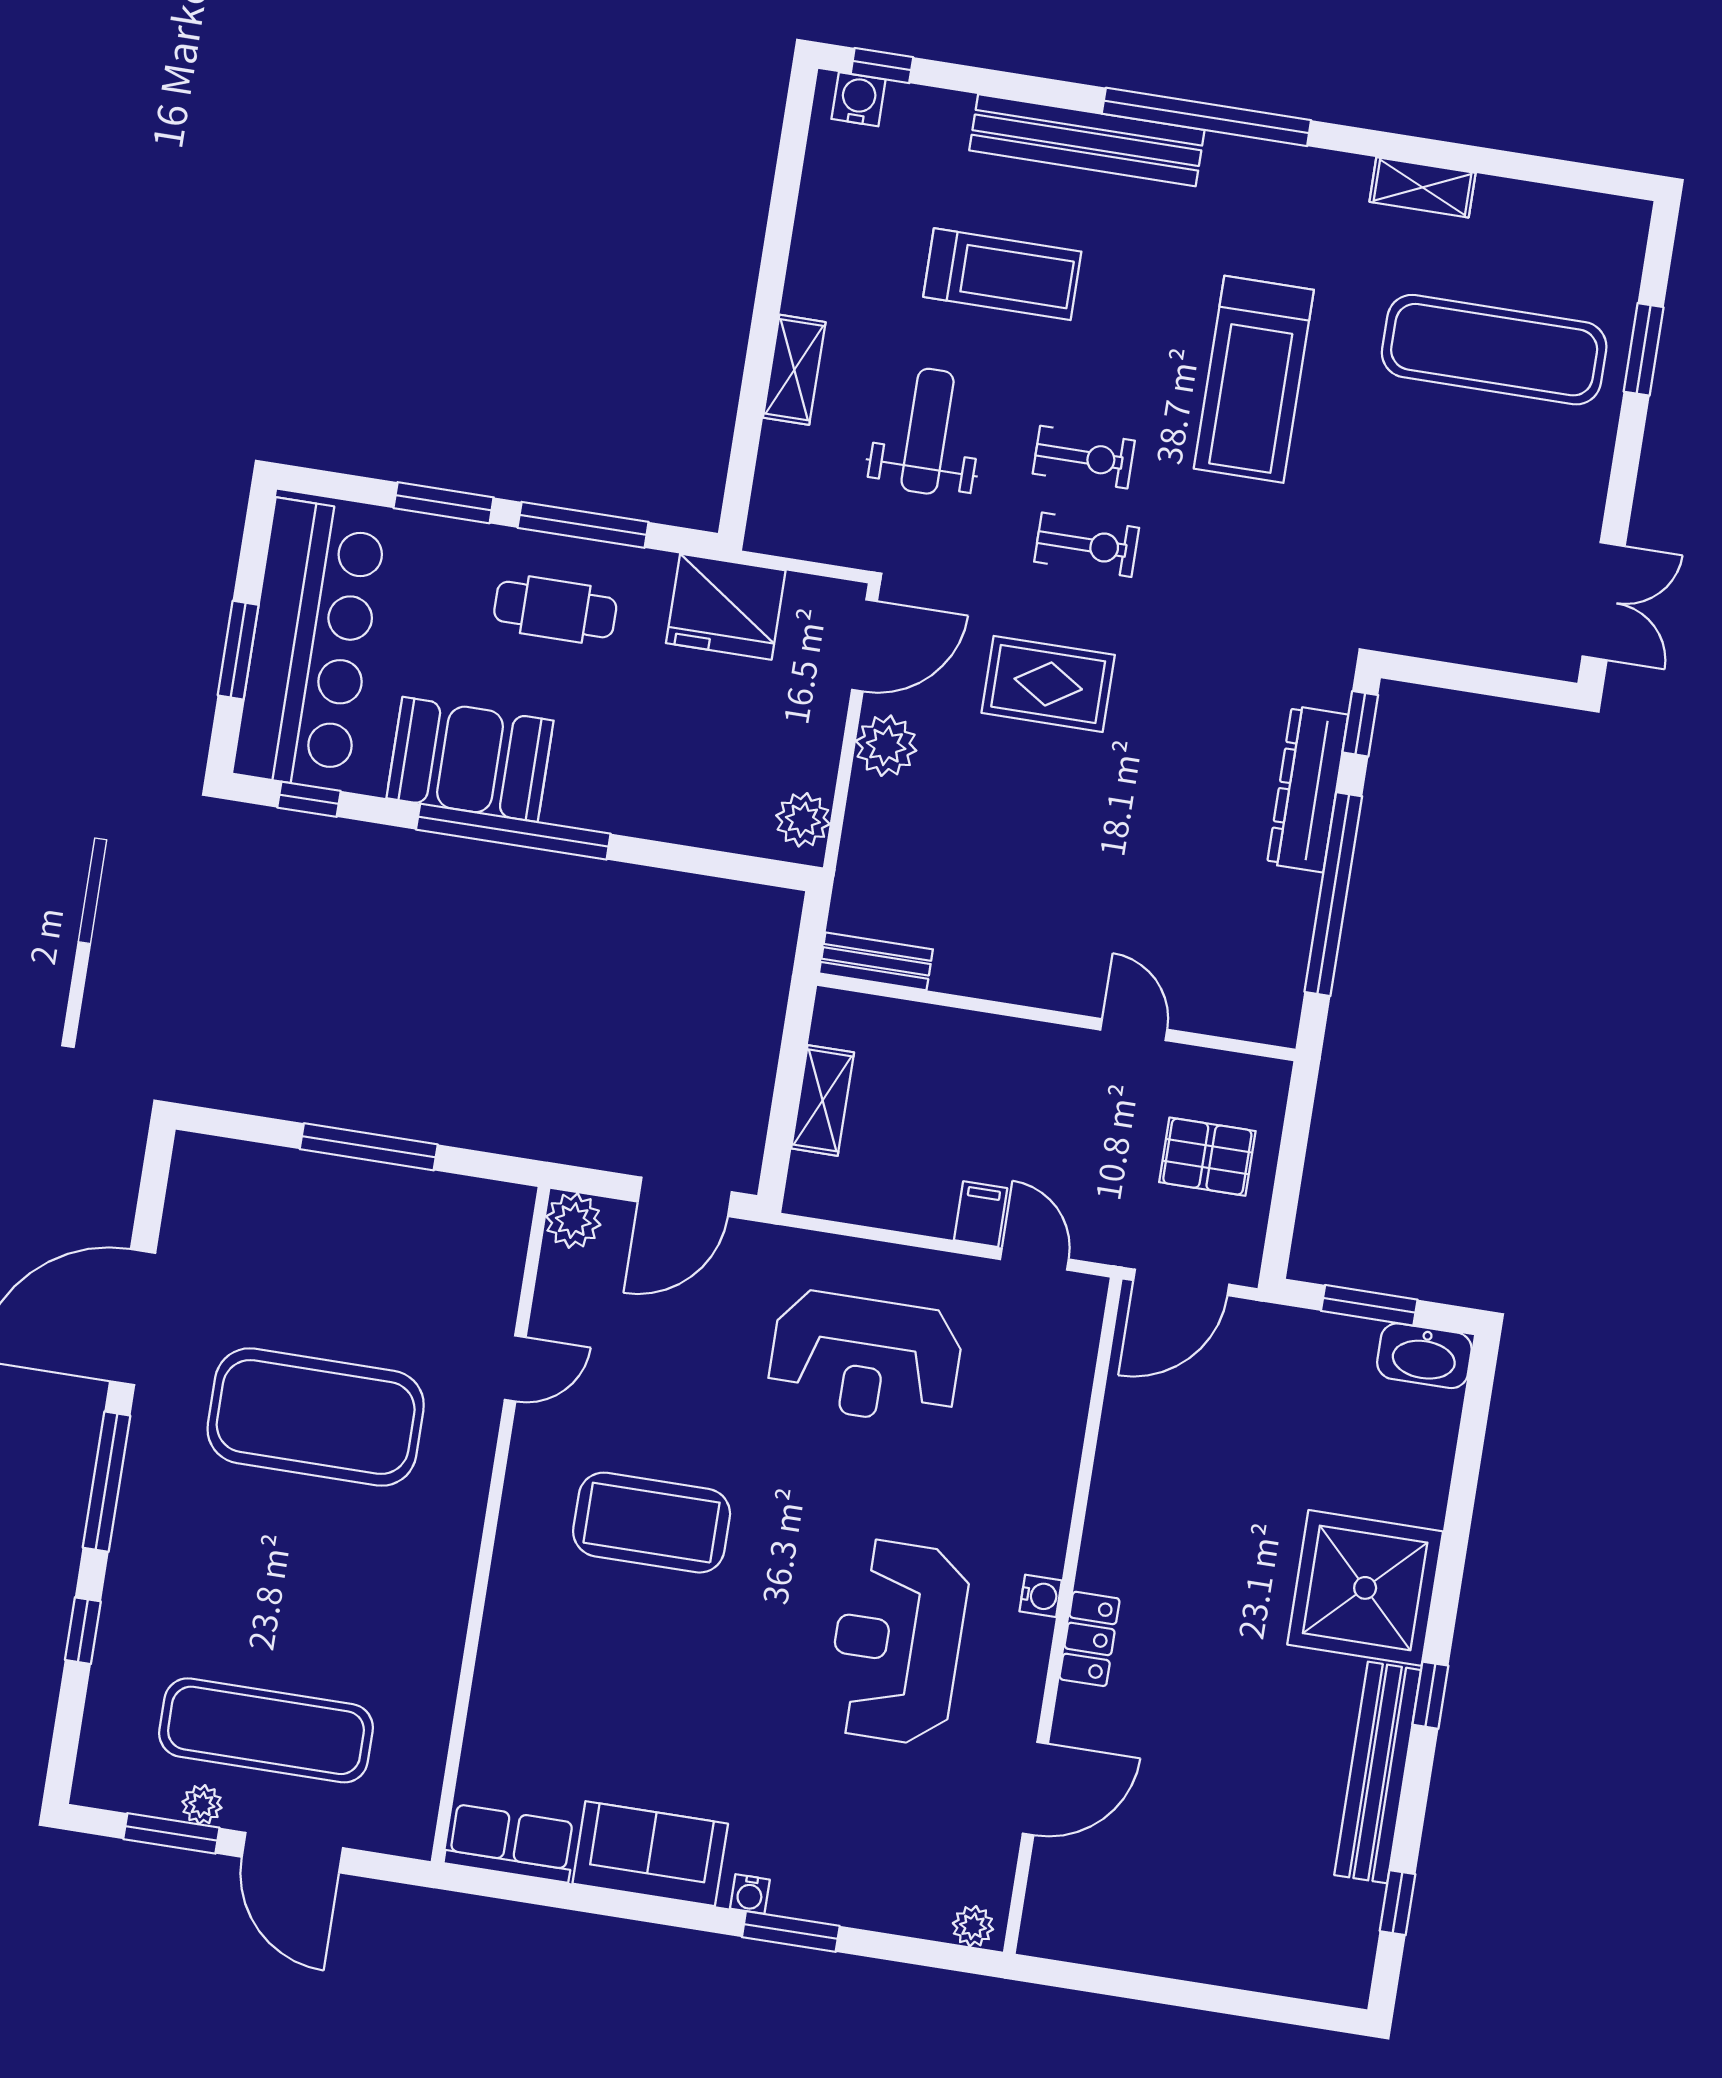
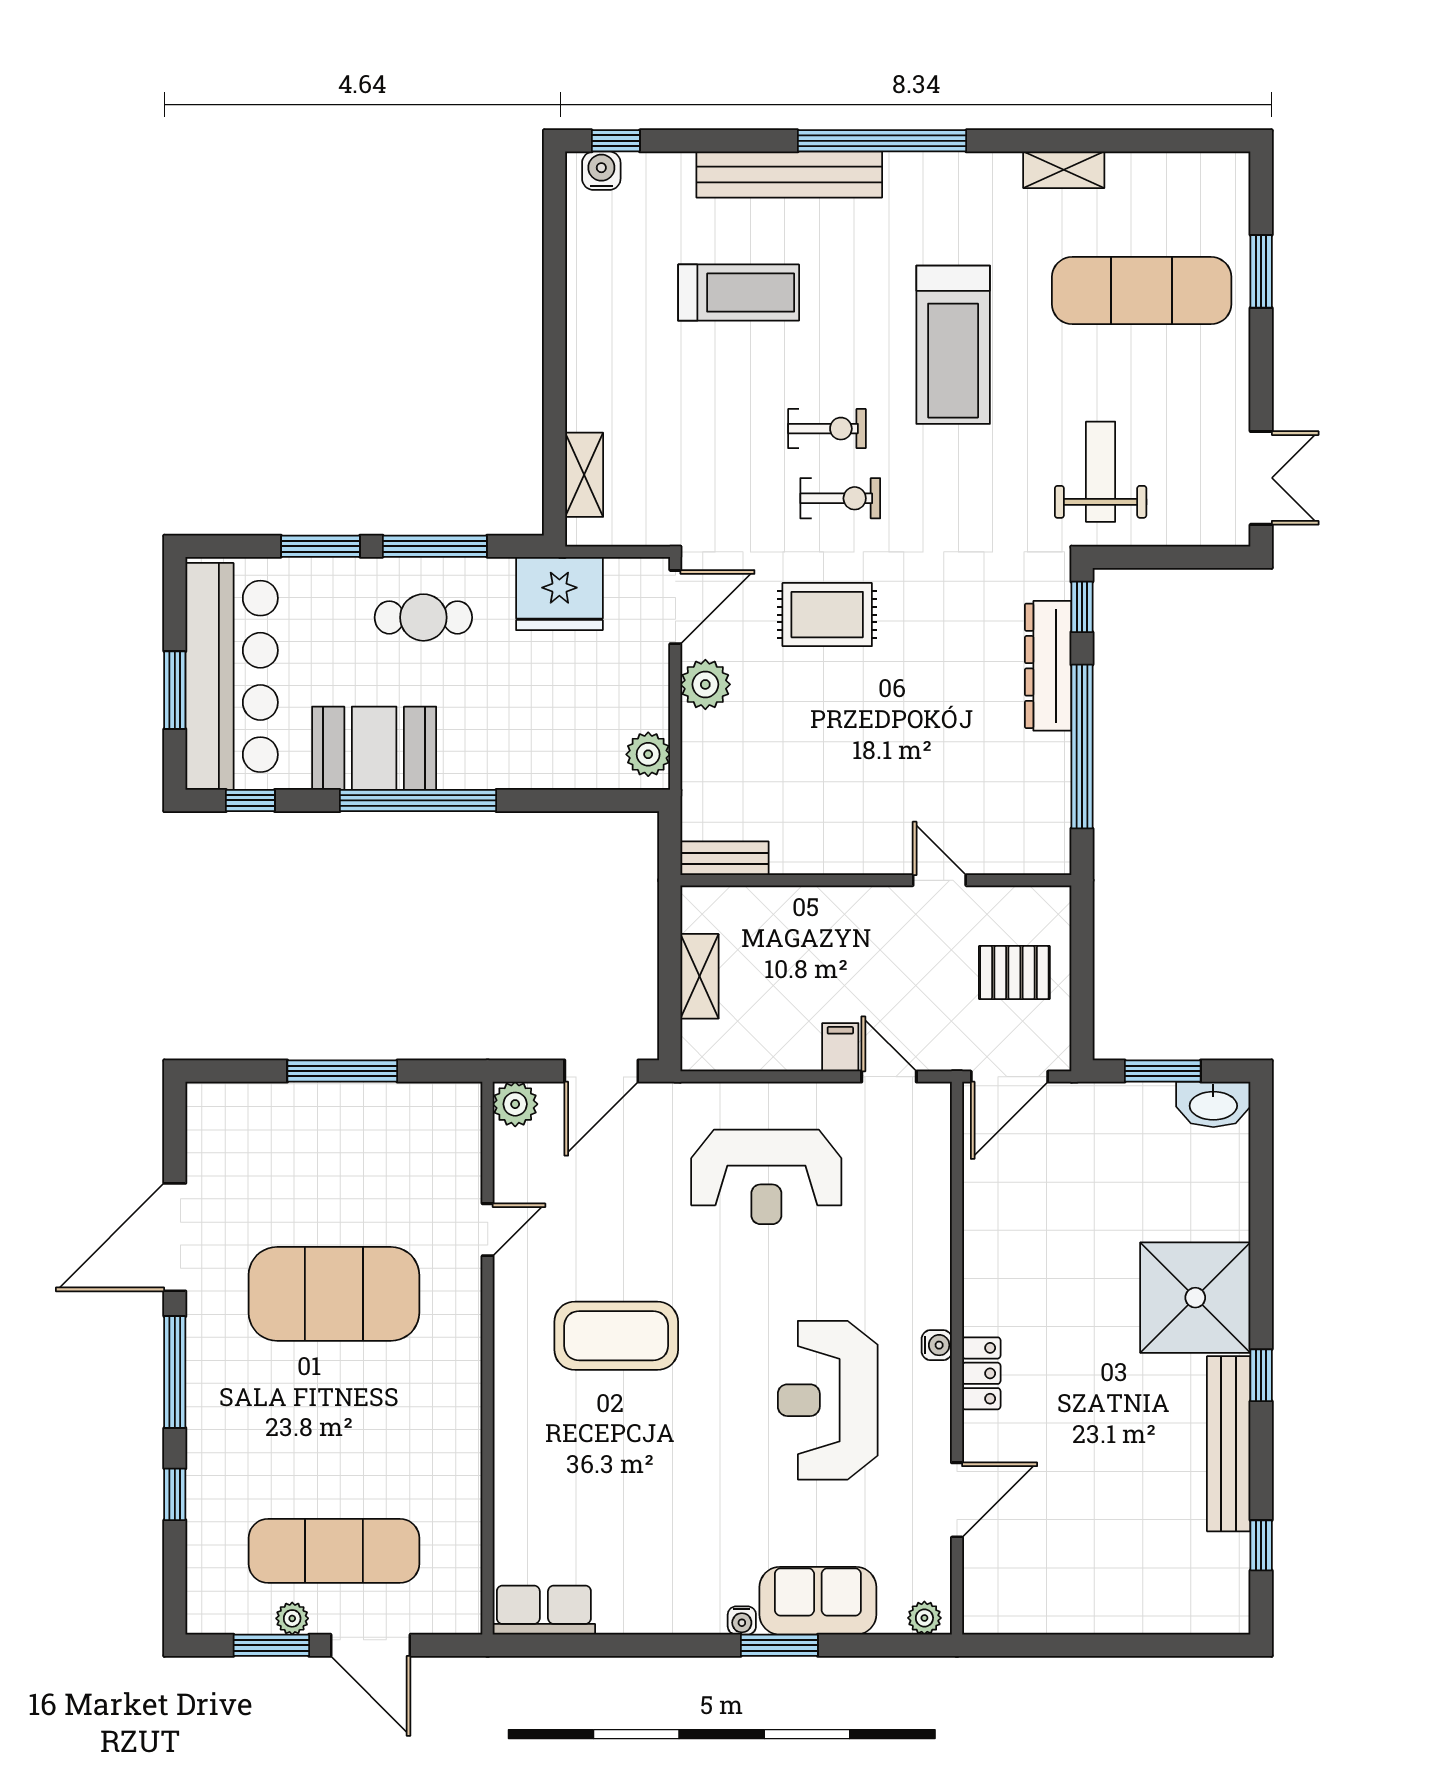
shelving: (794, 370) -> (584, 475), moved
weight bench: (928, 431) -> (1101, 472), moved
sofa: (650, 1854) -> (818, 1601), moved

